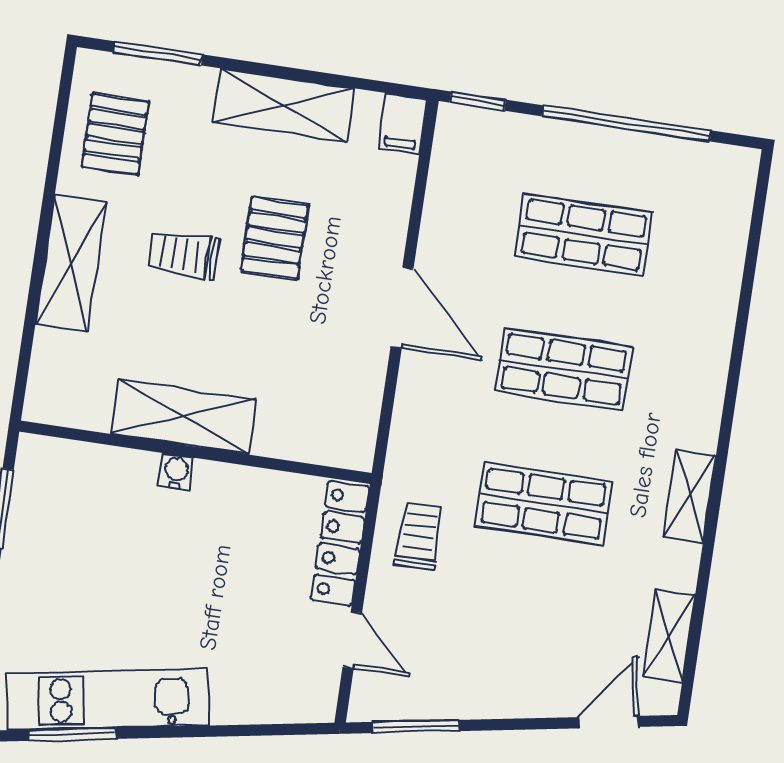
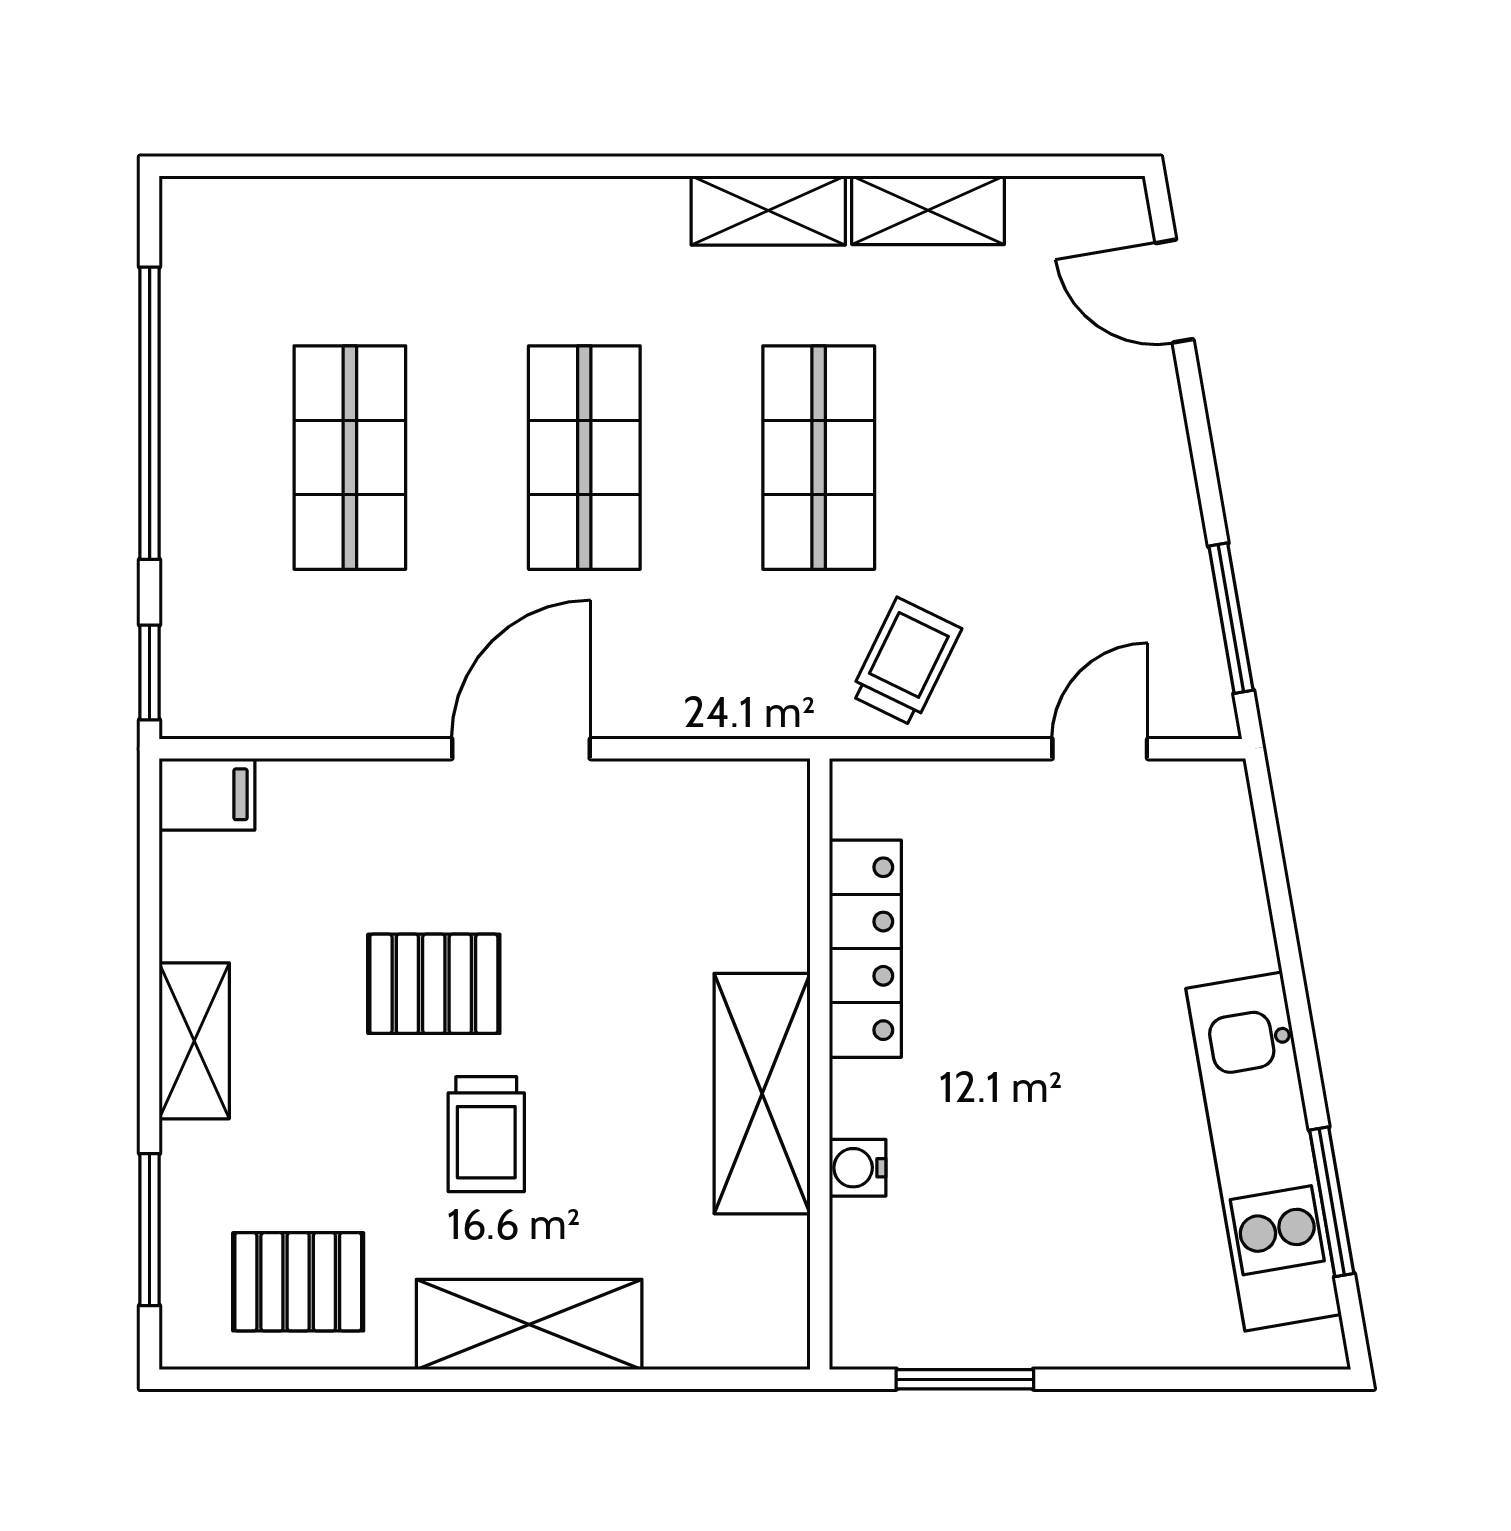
shelving: (284, 105) -> (194, 1041), width x0.67, depth x0.75
water cooler: (176, 472) -> (858, 1168), moved
trolley: (419, 536) -> (906, 662), turned 116
locker: (340, 543) -> (865, 949), moved, turned -90
shelving: (669, 636) -> (928, 210), moved

